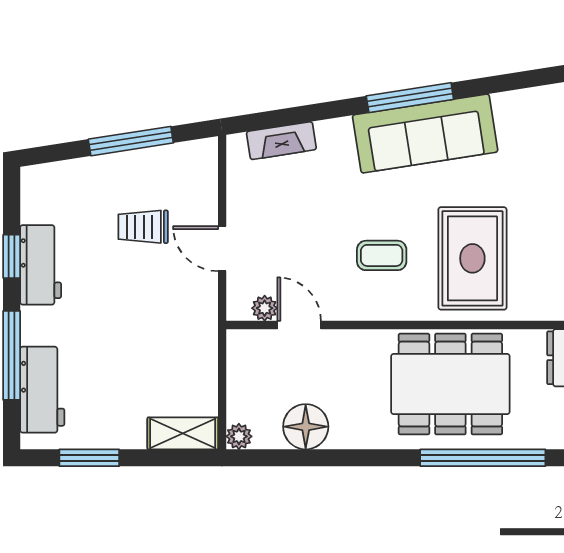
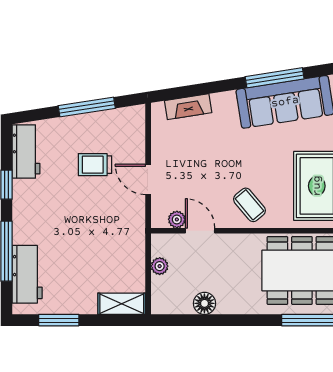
coffee table: (382, 255) -> (249, 205), moved, turned 50
workbench: (41, 265) -> (26, 151), moved
floor lamp: (306, 427) -> (204, 303), width x0.73, depth x0.73
plant: (239, 436) -> (160, 266), moved

